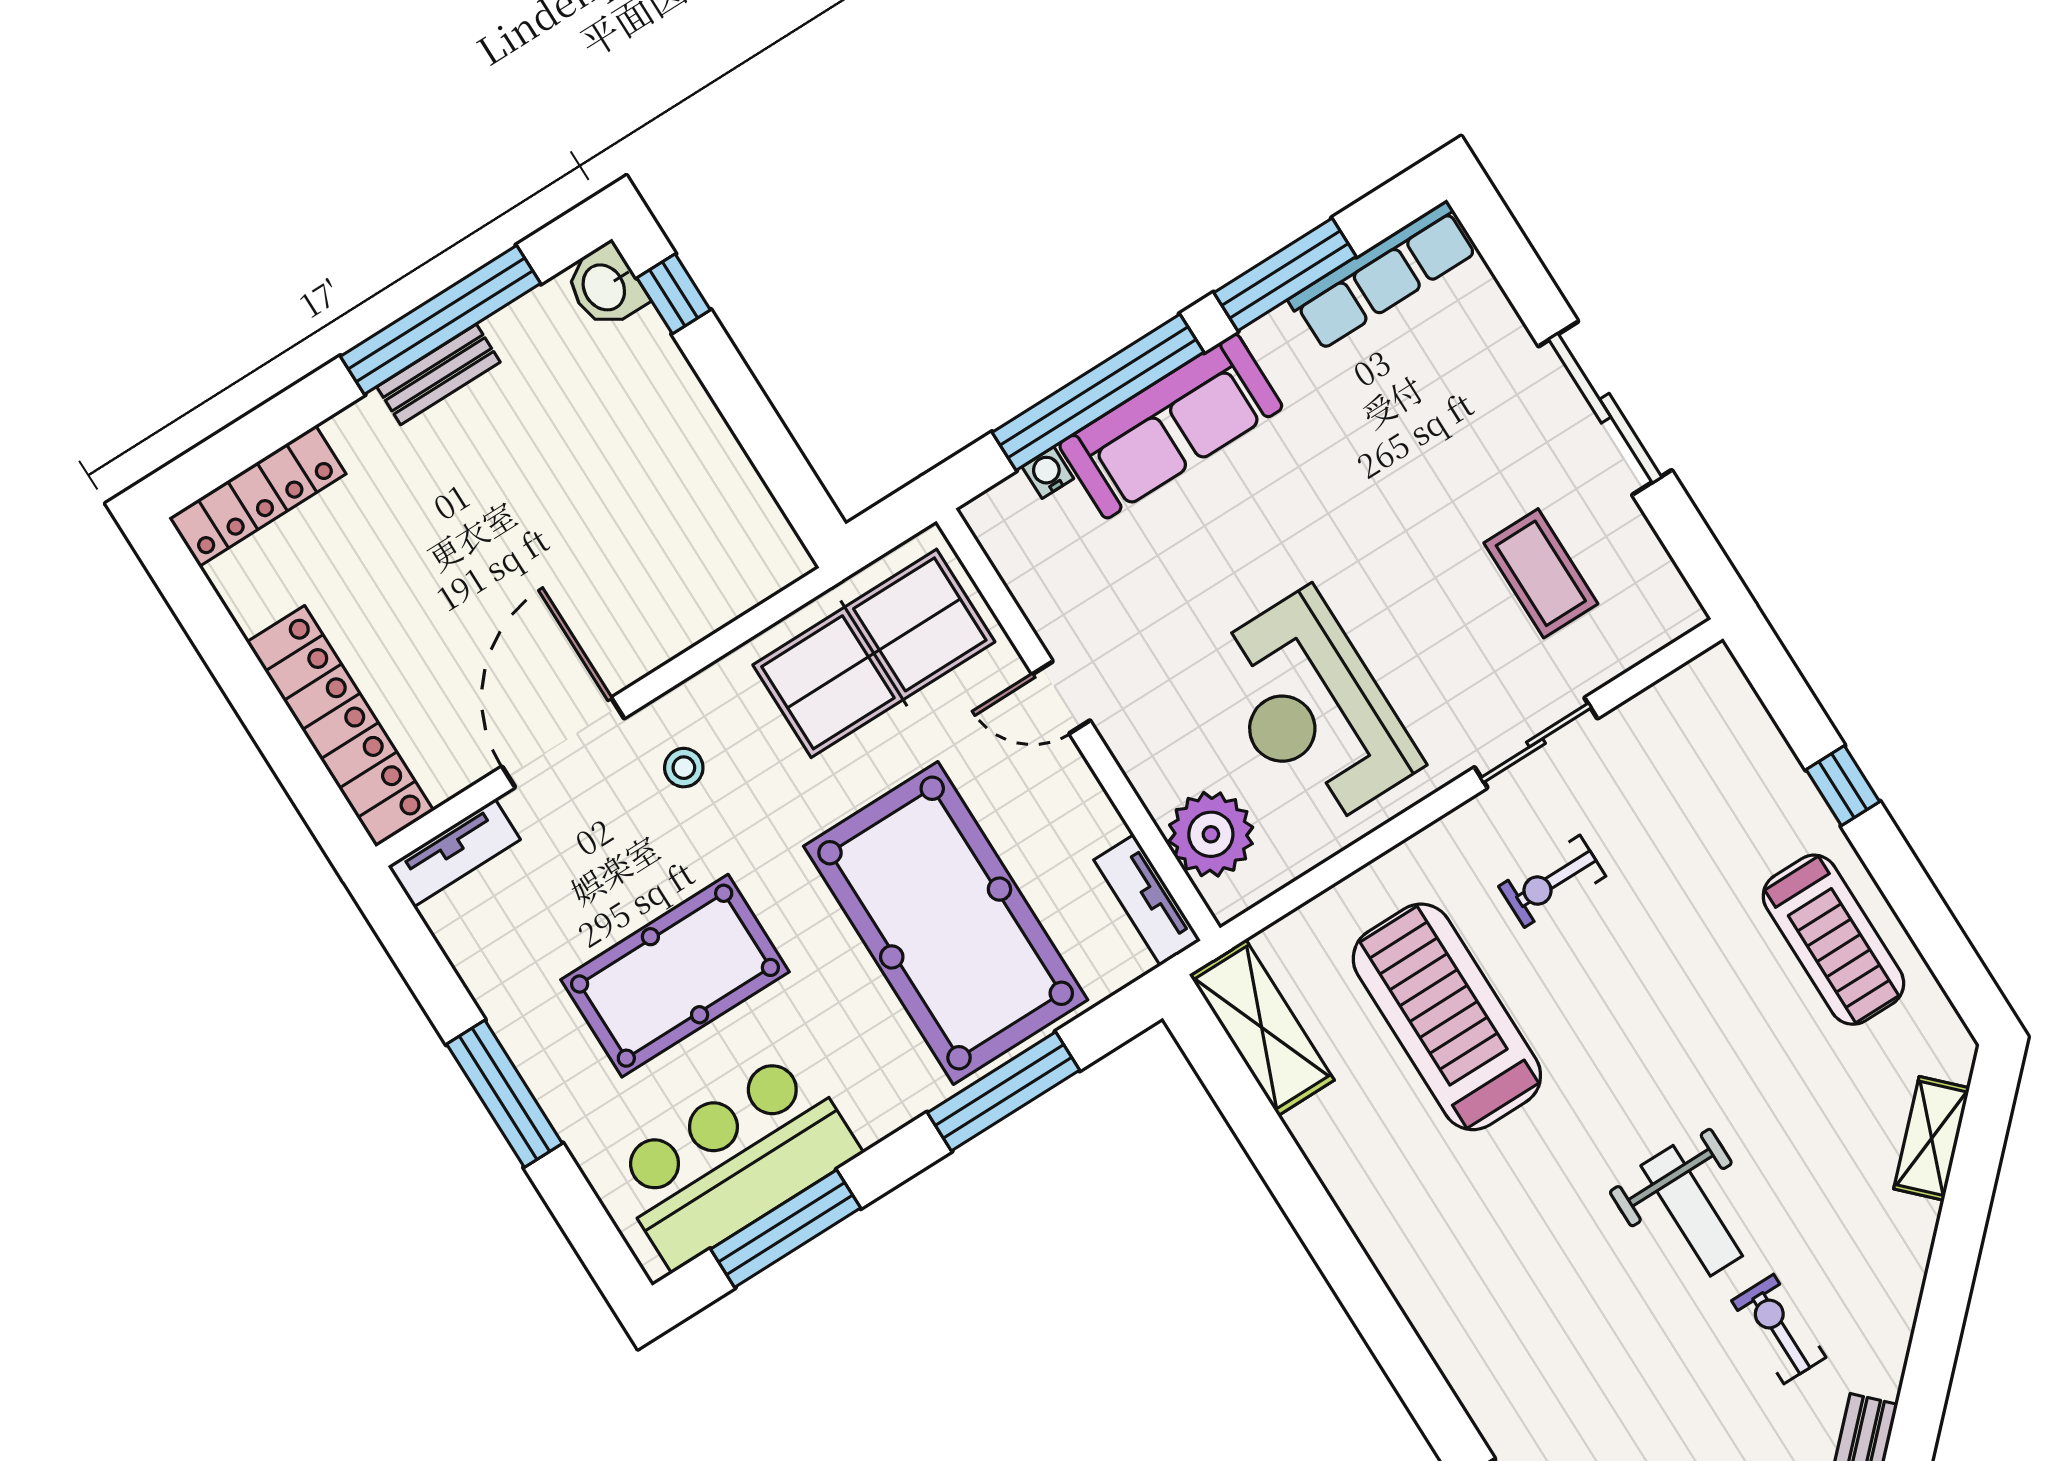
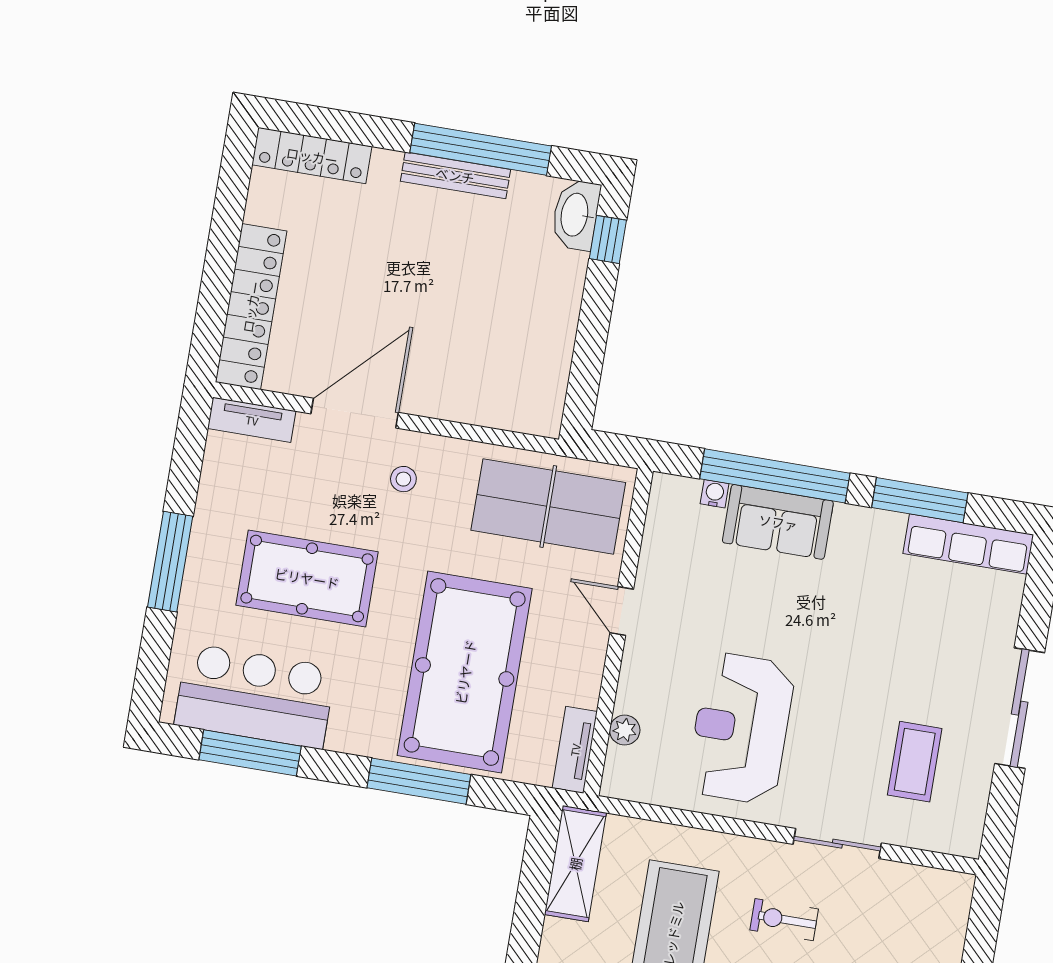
washbasin: (605, 286) -> (576, 215), width x1.38
bench: (438, 374) -> (455, 175), width x1.36
sofa: (1171, 426) -> (778, 522), width x0.73
plant: (1211, 834) -> (625, 730), width x0.53, depth x0.53

